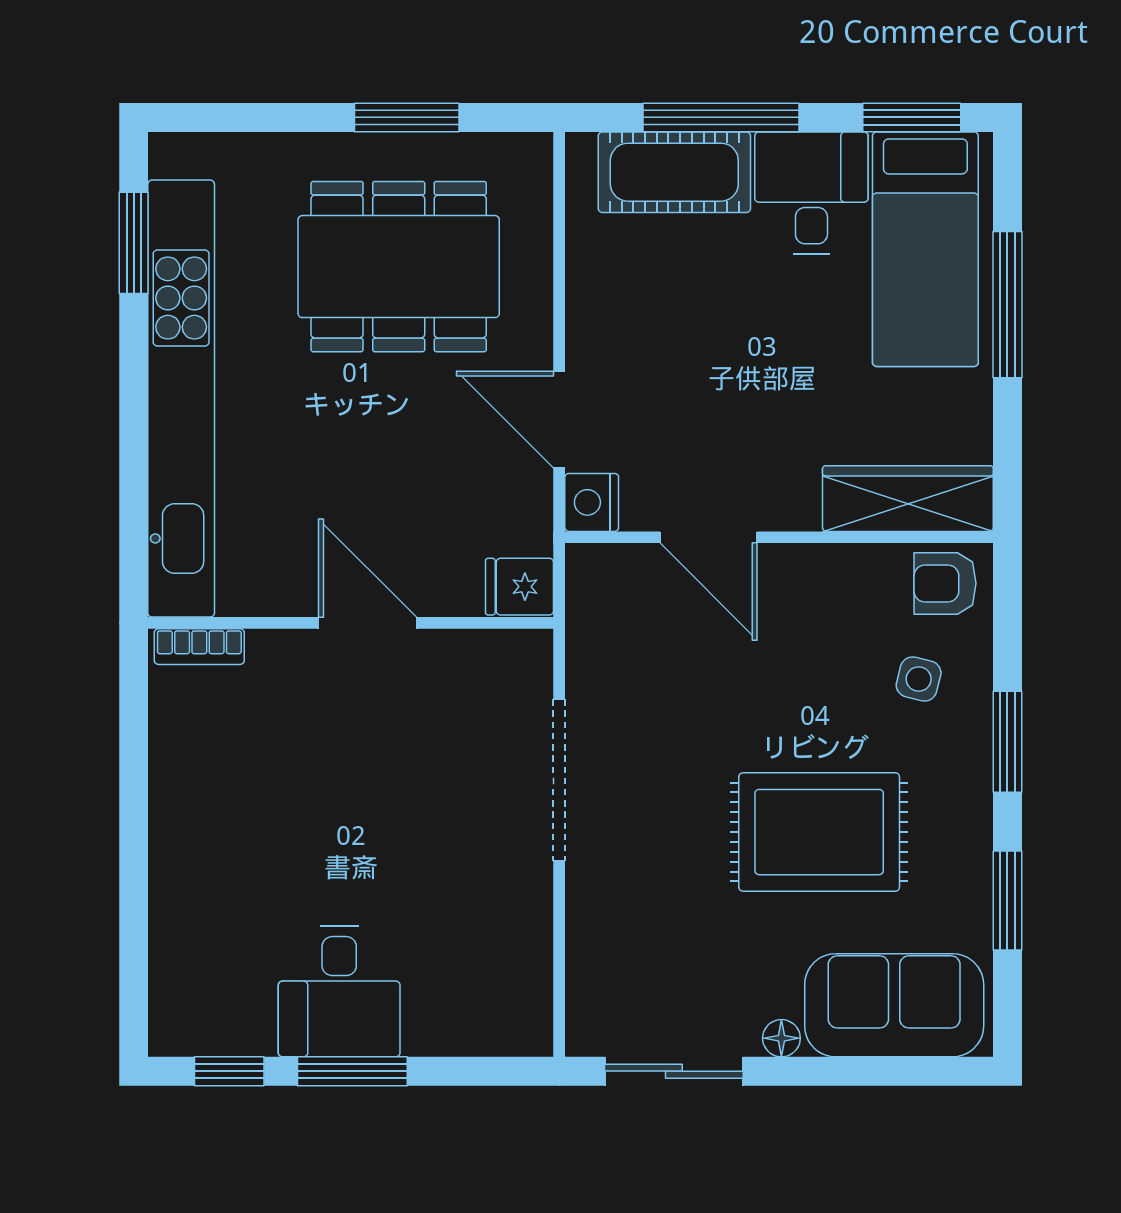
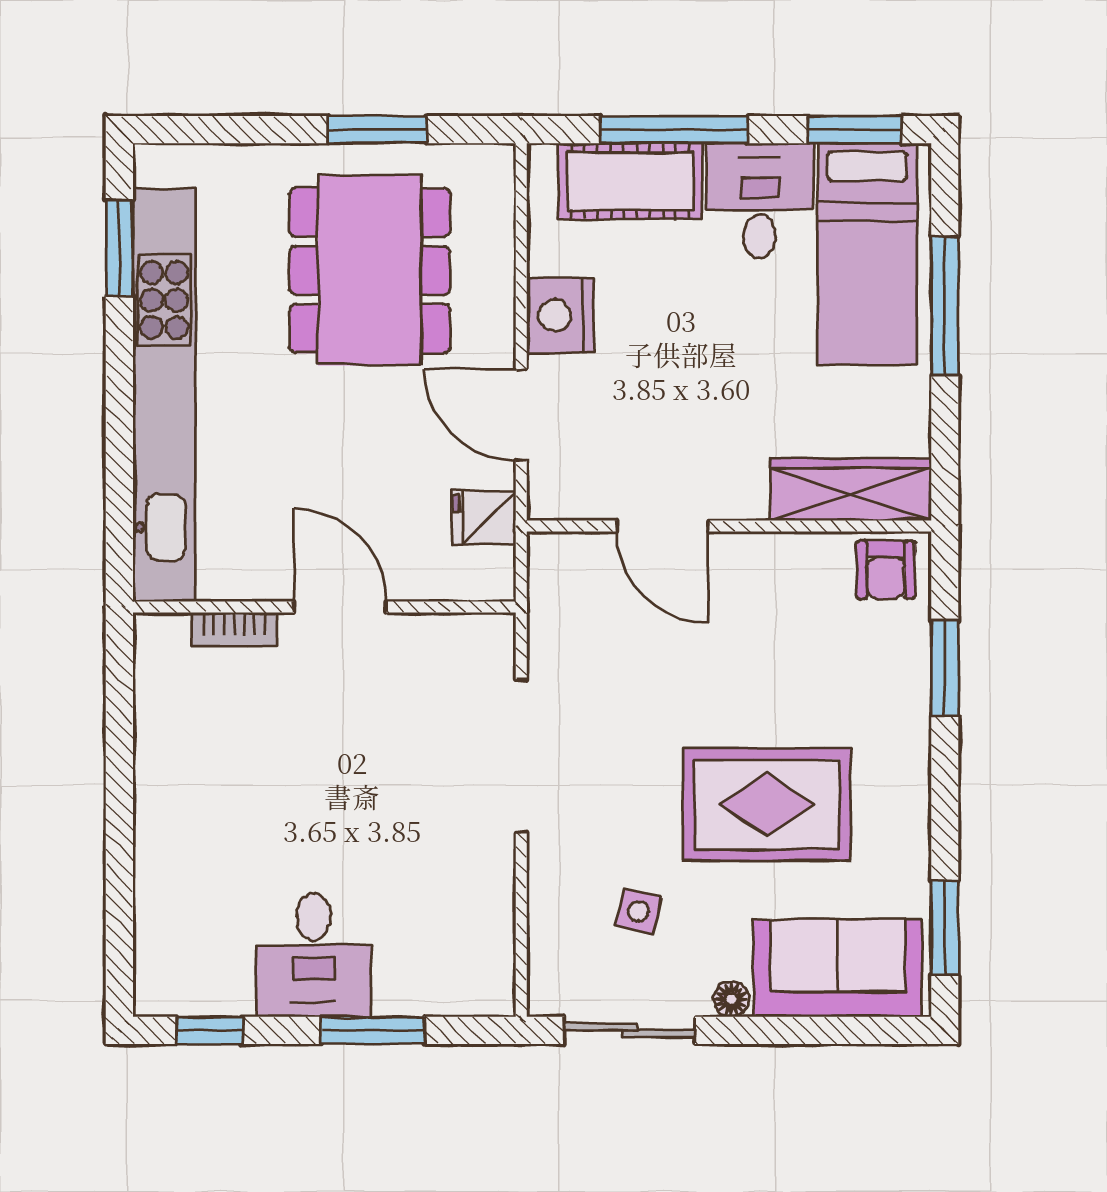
dining table: (399, 267) -> (370, 270), turned 90
nightstand: (592, 502) -> (560, 315), moved, width x1.36, depth x1.33
armchair: (945, 583) -> (886, 570), turned -90
fridge: (519, 587) -> (484, 518), moved
bookcase: (199, 647) -> (234, 629), moved
side table: (919, 679) -> (639, 912), moved
window: (1007, 742) -> (945, 668), moved
window: (1007, 901) -> (945, 928), moved
window: (352, 1071) -> (373, 1030), moved

